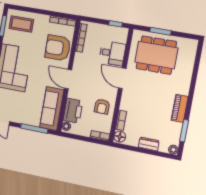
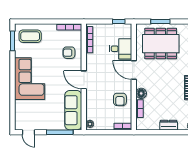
armchair: (58, 48) -> (69, 53), width x0.53, depth x0.53
printer: (73, 111) -> (94, 108), removed
floor lamp: (120, 137) -> (141, 93), moved

